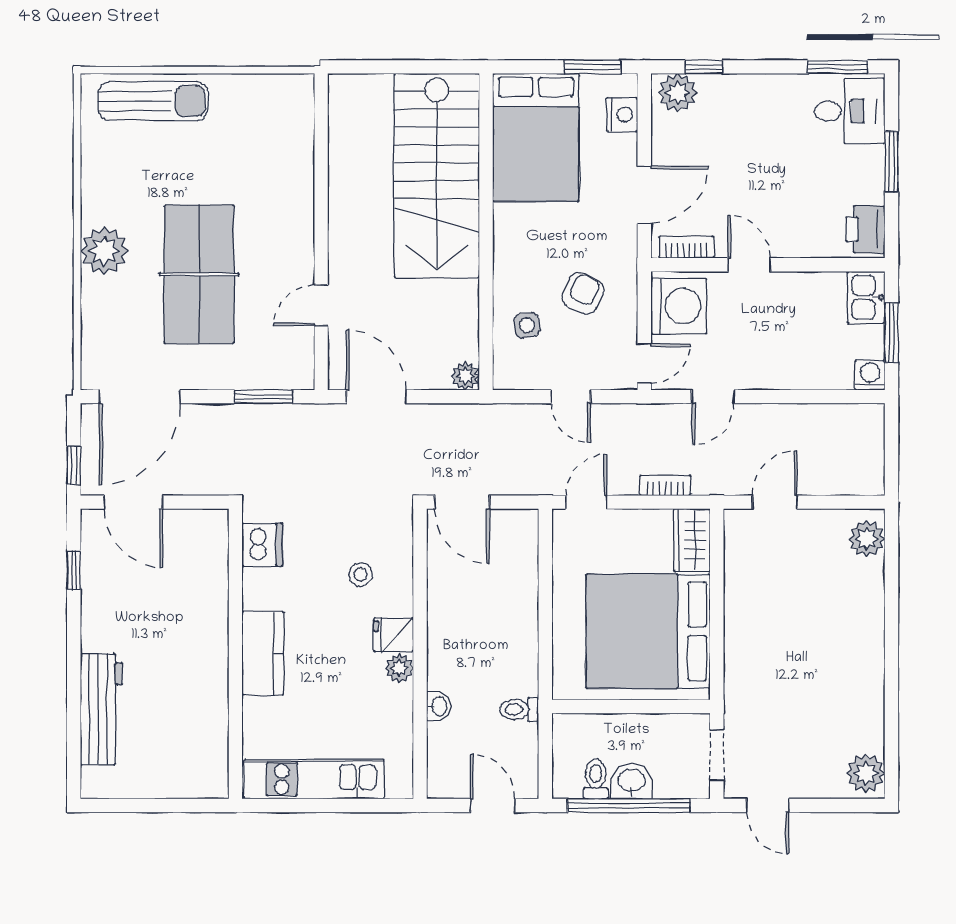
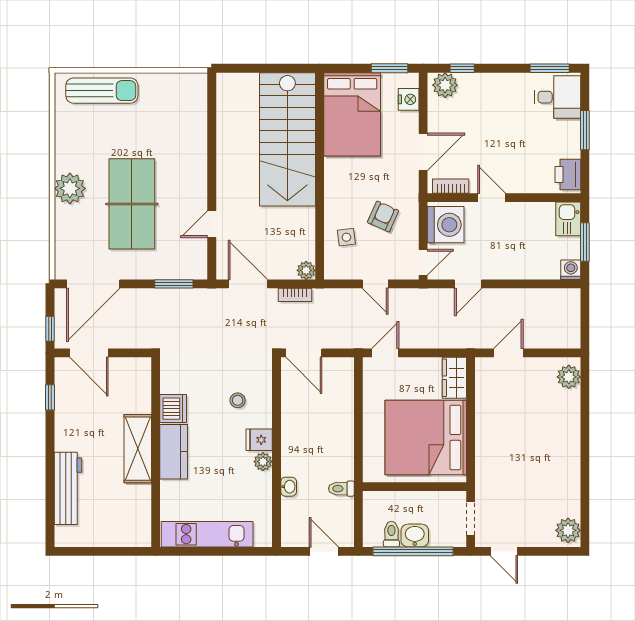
bookcase: (665, 485) -> (295, 295), moved, turned 180
dishwasher: (262, 545) -> (173, 409), moved
shelving: (208, 648) -> (138, 449), added

